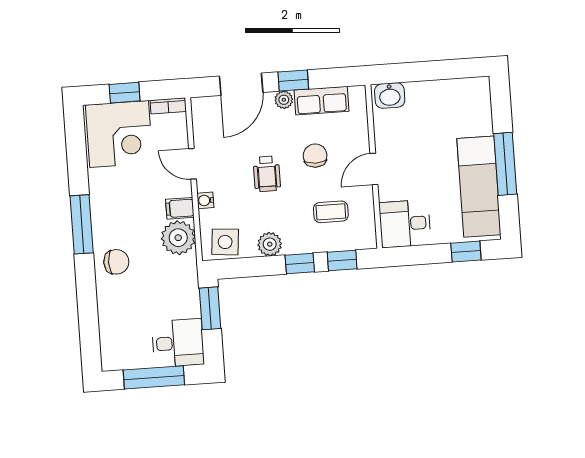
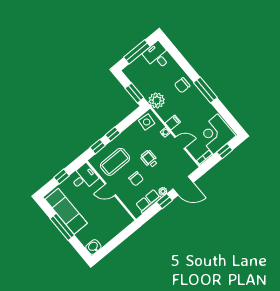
door: (241, 84) -> (183, 186), swing flipped
washbasin: (390, 95) -> (93, 247), moved
door: (374, 169) -> (110, 190), swing flipped
coffee table: (331, 212) -> (115, 162), width x1.86, depth x1.72
plant: (178, 238) -> (157, 100), moved
plant: (270, 244) -> (129, 133), removed
window: (466, 252) -> (62, 177), moved
desk: (178, 343) -> (157, 56), moved, turned 90

